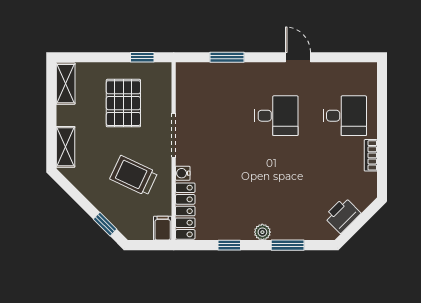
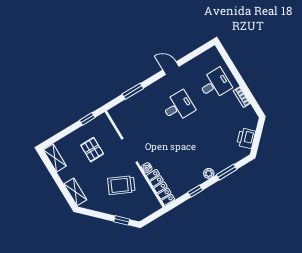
pallet: (123, 103) -> (92, 150), width x0.67, depth x0.71
filing cabinet: (163, 228) -> (154, 204), removed

